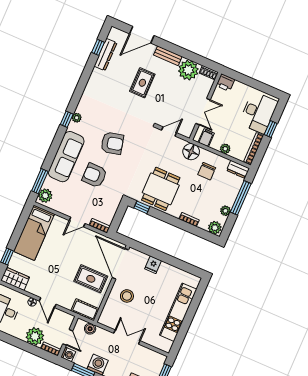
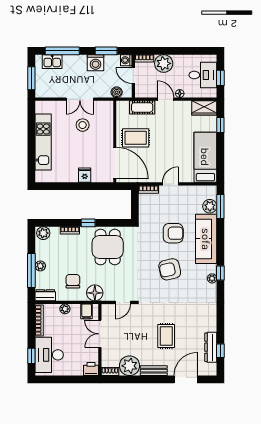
window: (271, 129) -> (31, 356), moved
plant: (45, 196) -> (210, 206), moved
window: (142, 207) -> (88, 223), moved
plant: (225, 211) -> (40, 266), moved
stool: (127, 296) -> (83, 125), moved
cot: (85, 310) -> (142, 107), moved

